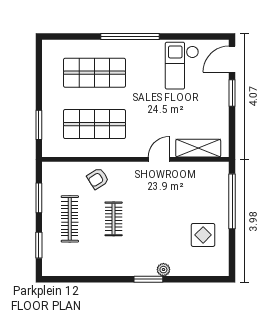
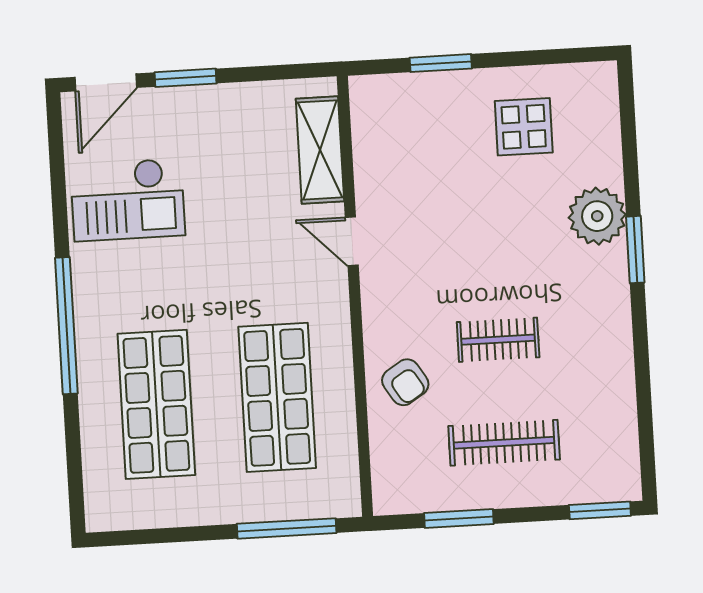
door: (232, 59) -> (106, 82), hinge flipped
window: (39, 125) -> (287, 528), width x1.44
window: (232, 201) -> (441, 63), width x0.47
window: (39, 245) -> (600, 510), moved
plant: (163, 270) -> (597, 216), width x1.87, depth x1.87

